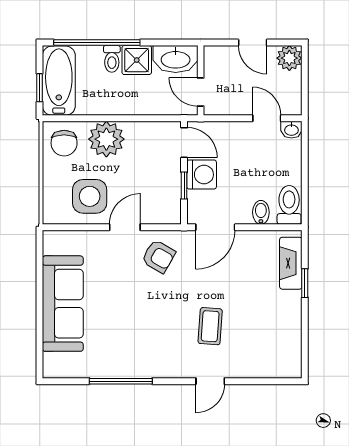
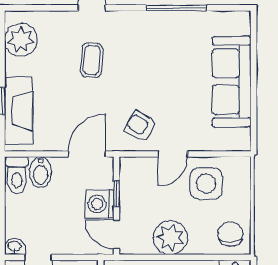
plant: (106, 139) -> (170, 238), moved
bidet: (261, 212) -> (41, 172), width x1.38, depth x1.36
fireplace: (291, 263) -> (18, 111), width x1.37, depth x1.32
plant: (285, 348) -> (21, 40), added

